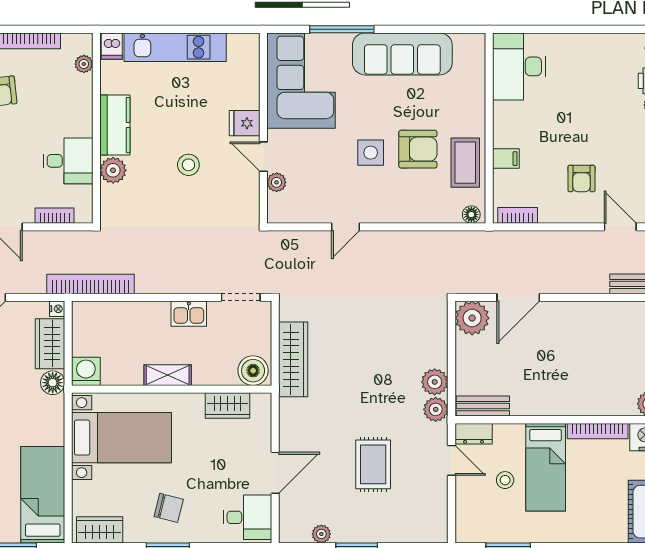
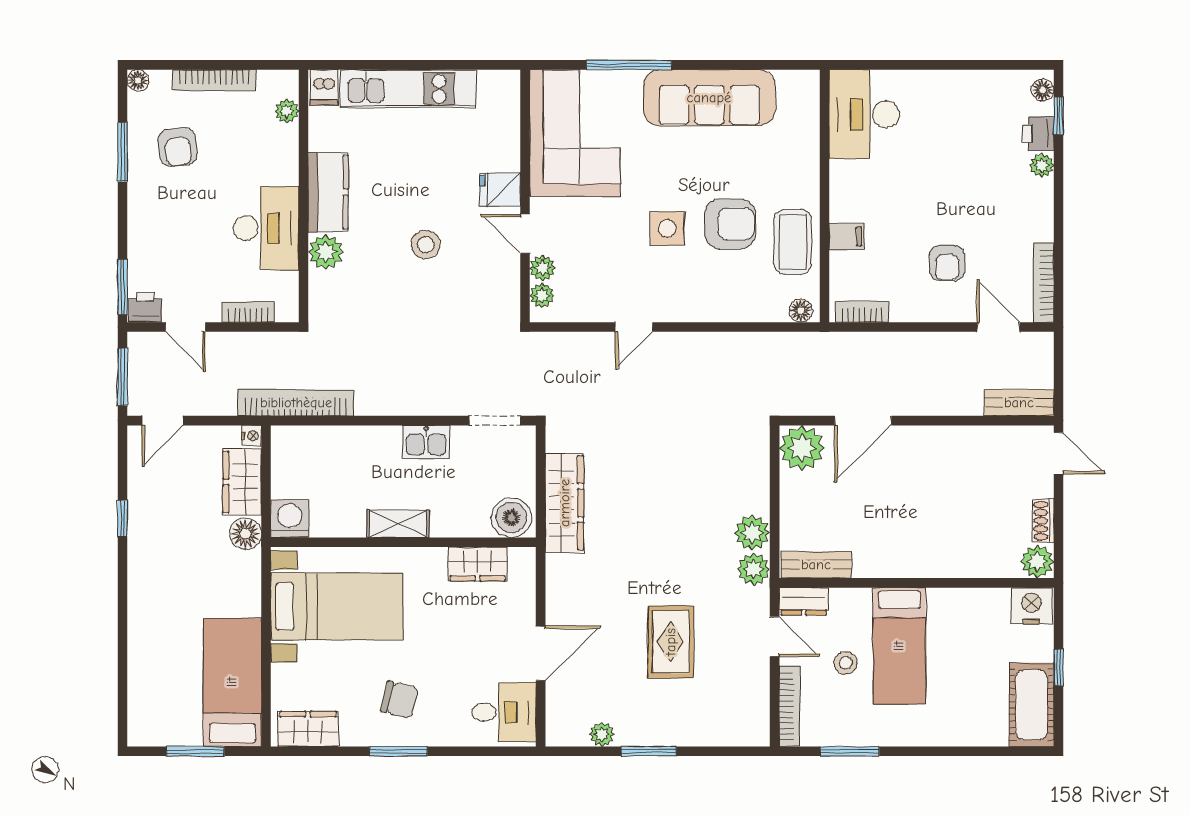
desk: (68, 161) -> (266, 228), width x1.37
plant: (276, 203) -> (542, 296), added
bookcase: (598, 431) -> (790, 706), moved, turned -90

